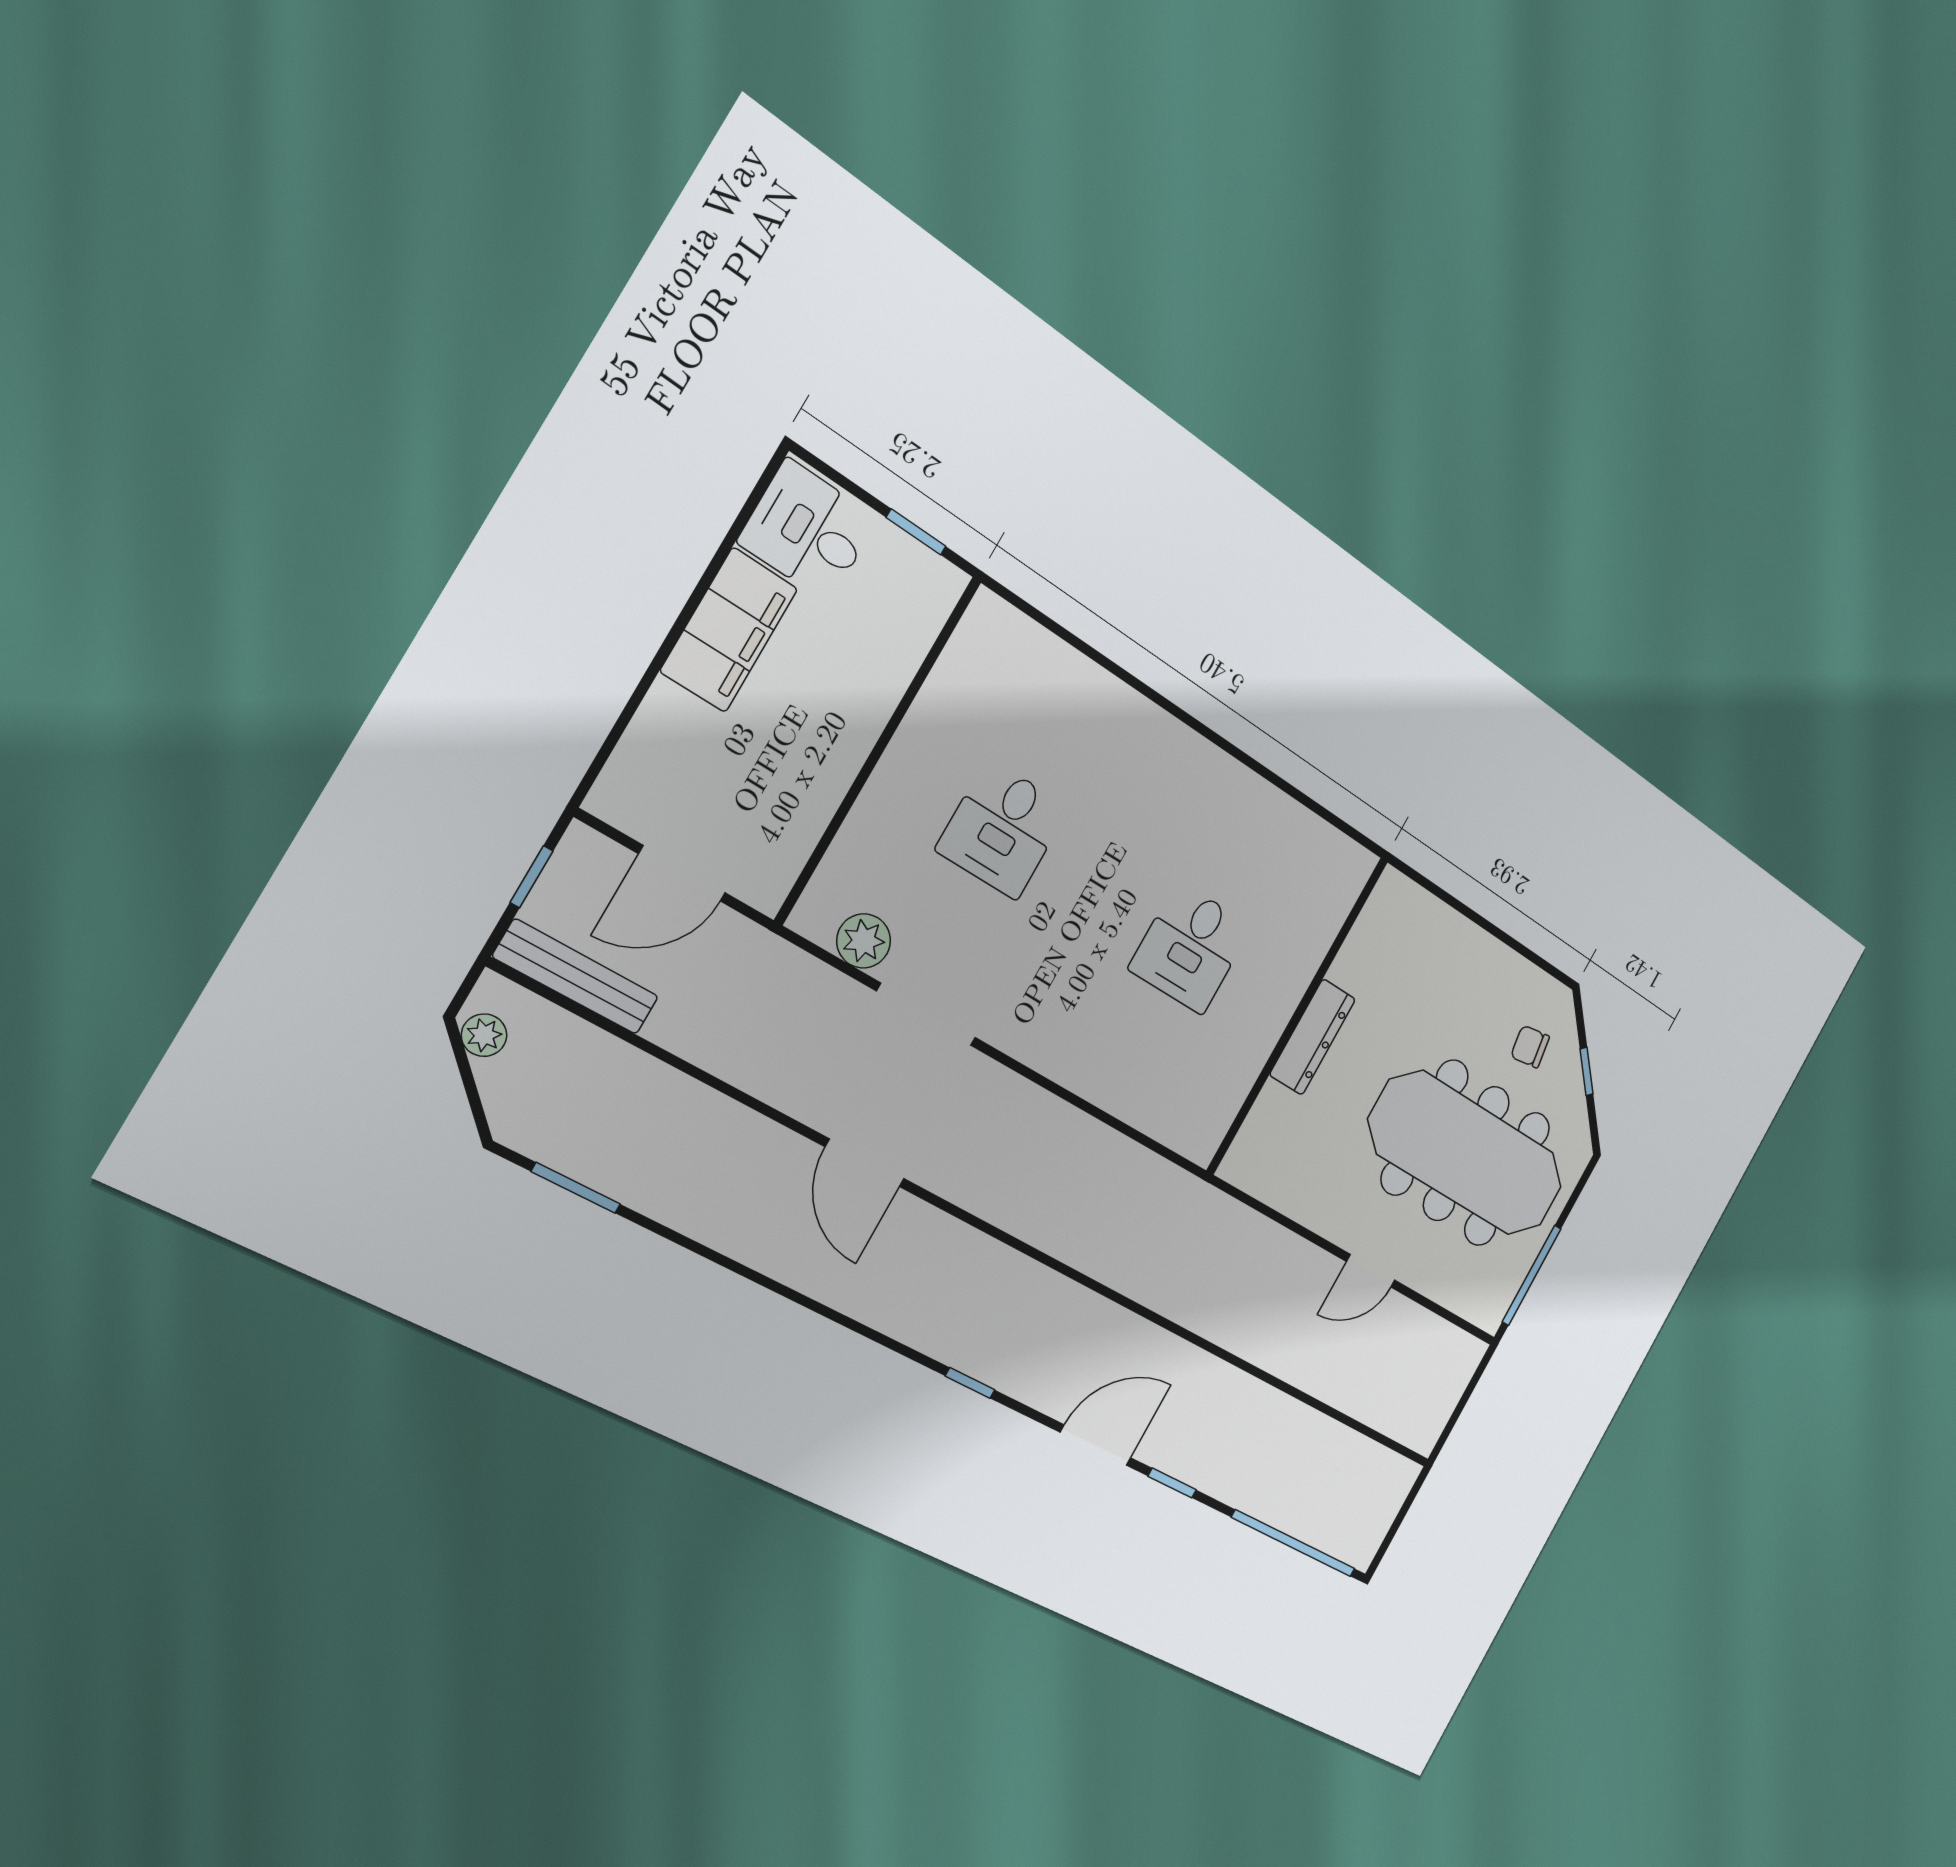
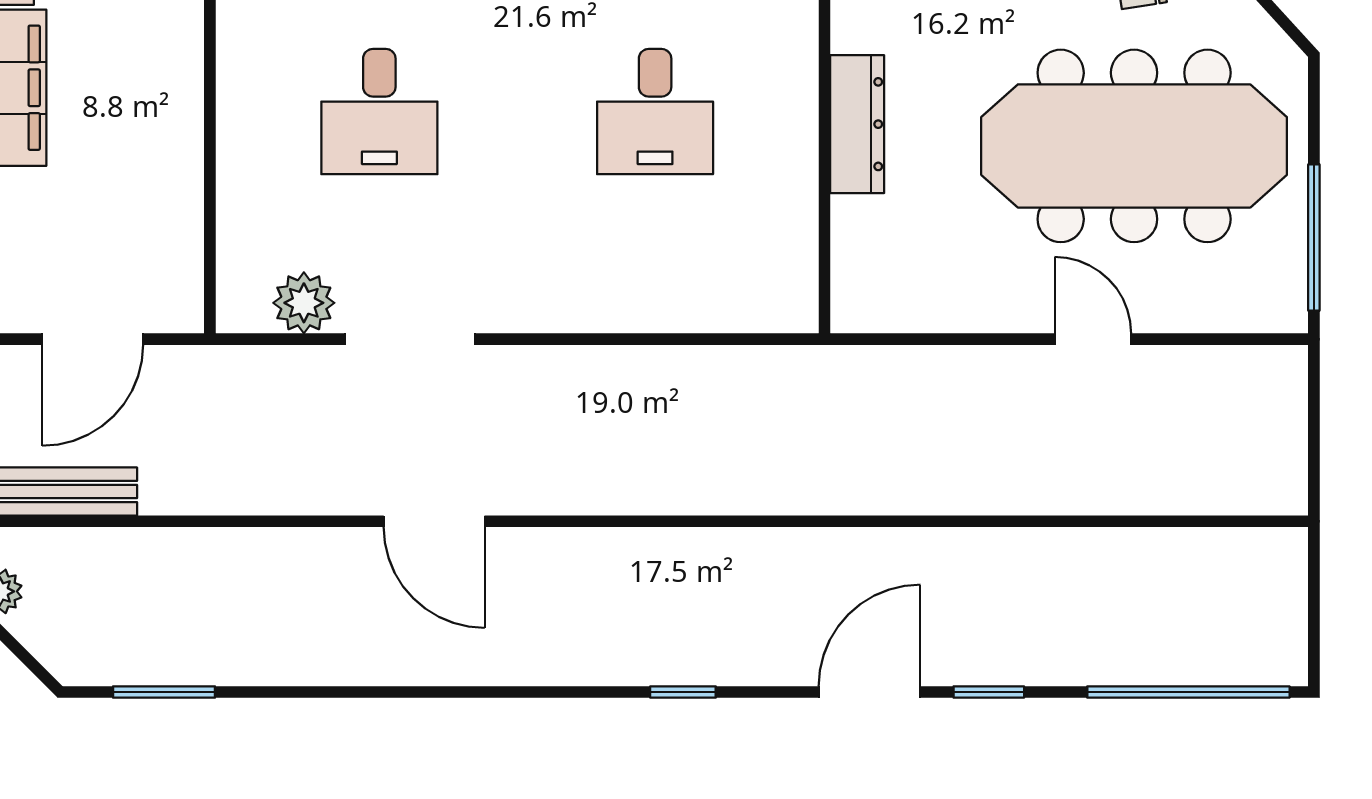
door: (1371, 1271) -> (1093, 339), swing flipped

